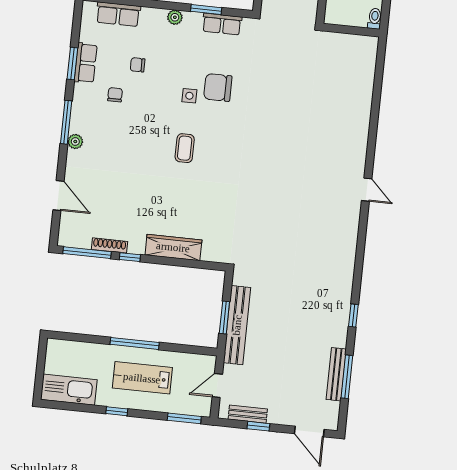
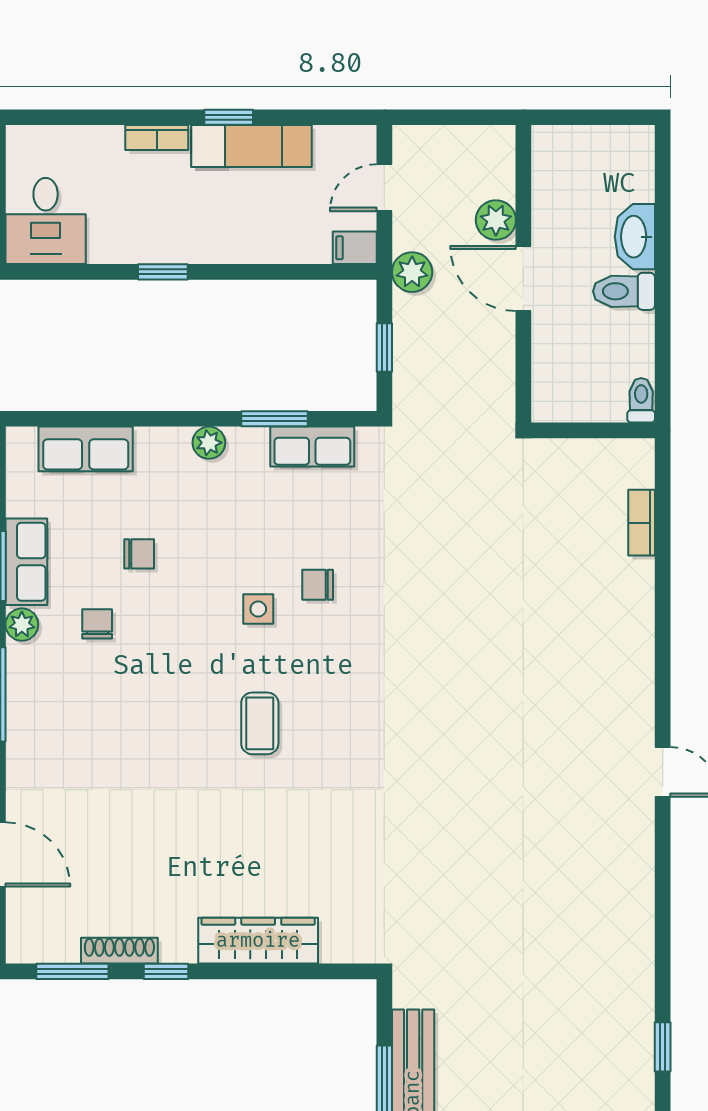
chair: (138, 65) -> (139, 554), turned 180
bookcase: (369, 75) -> (642, 523), added
chair: (218, 87) -> (318, 585), width x0.54, depth x0.54
plant: (75, 141) -> (22, 625), moved
window: (87, 253) -> (72, 971), width x0.69

